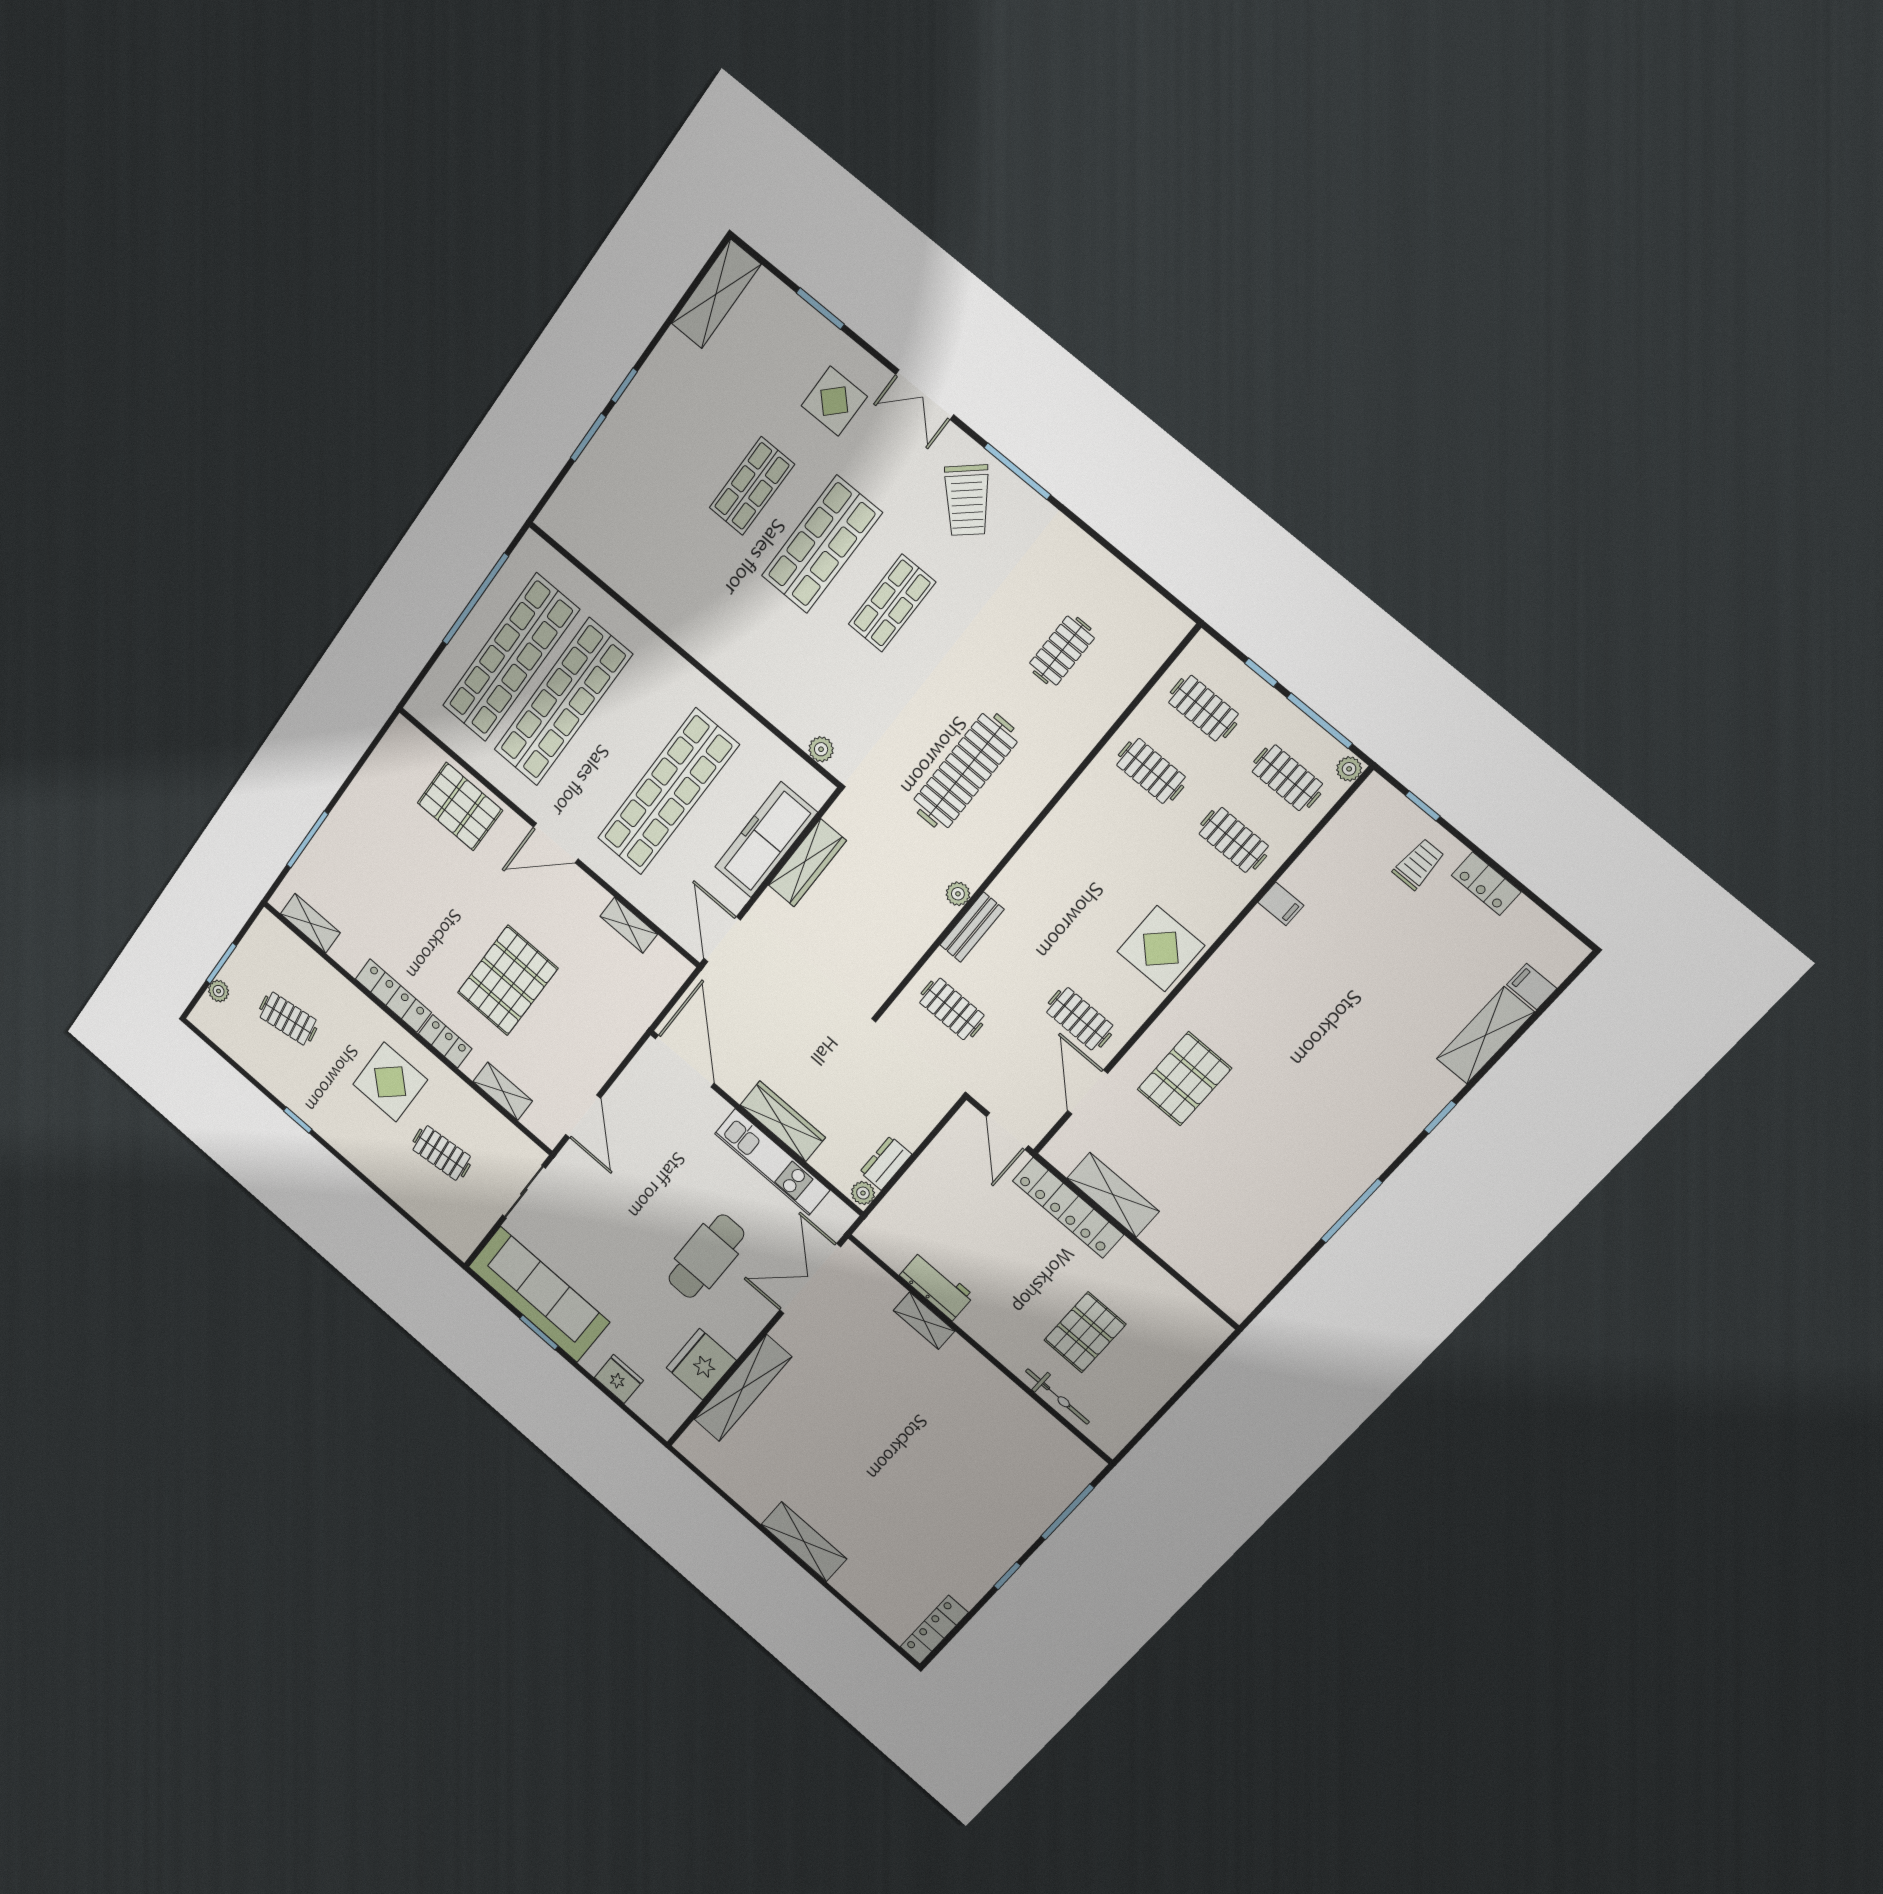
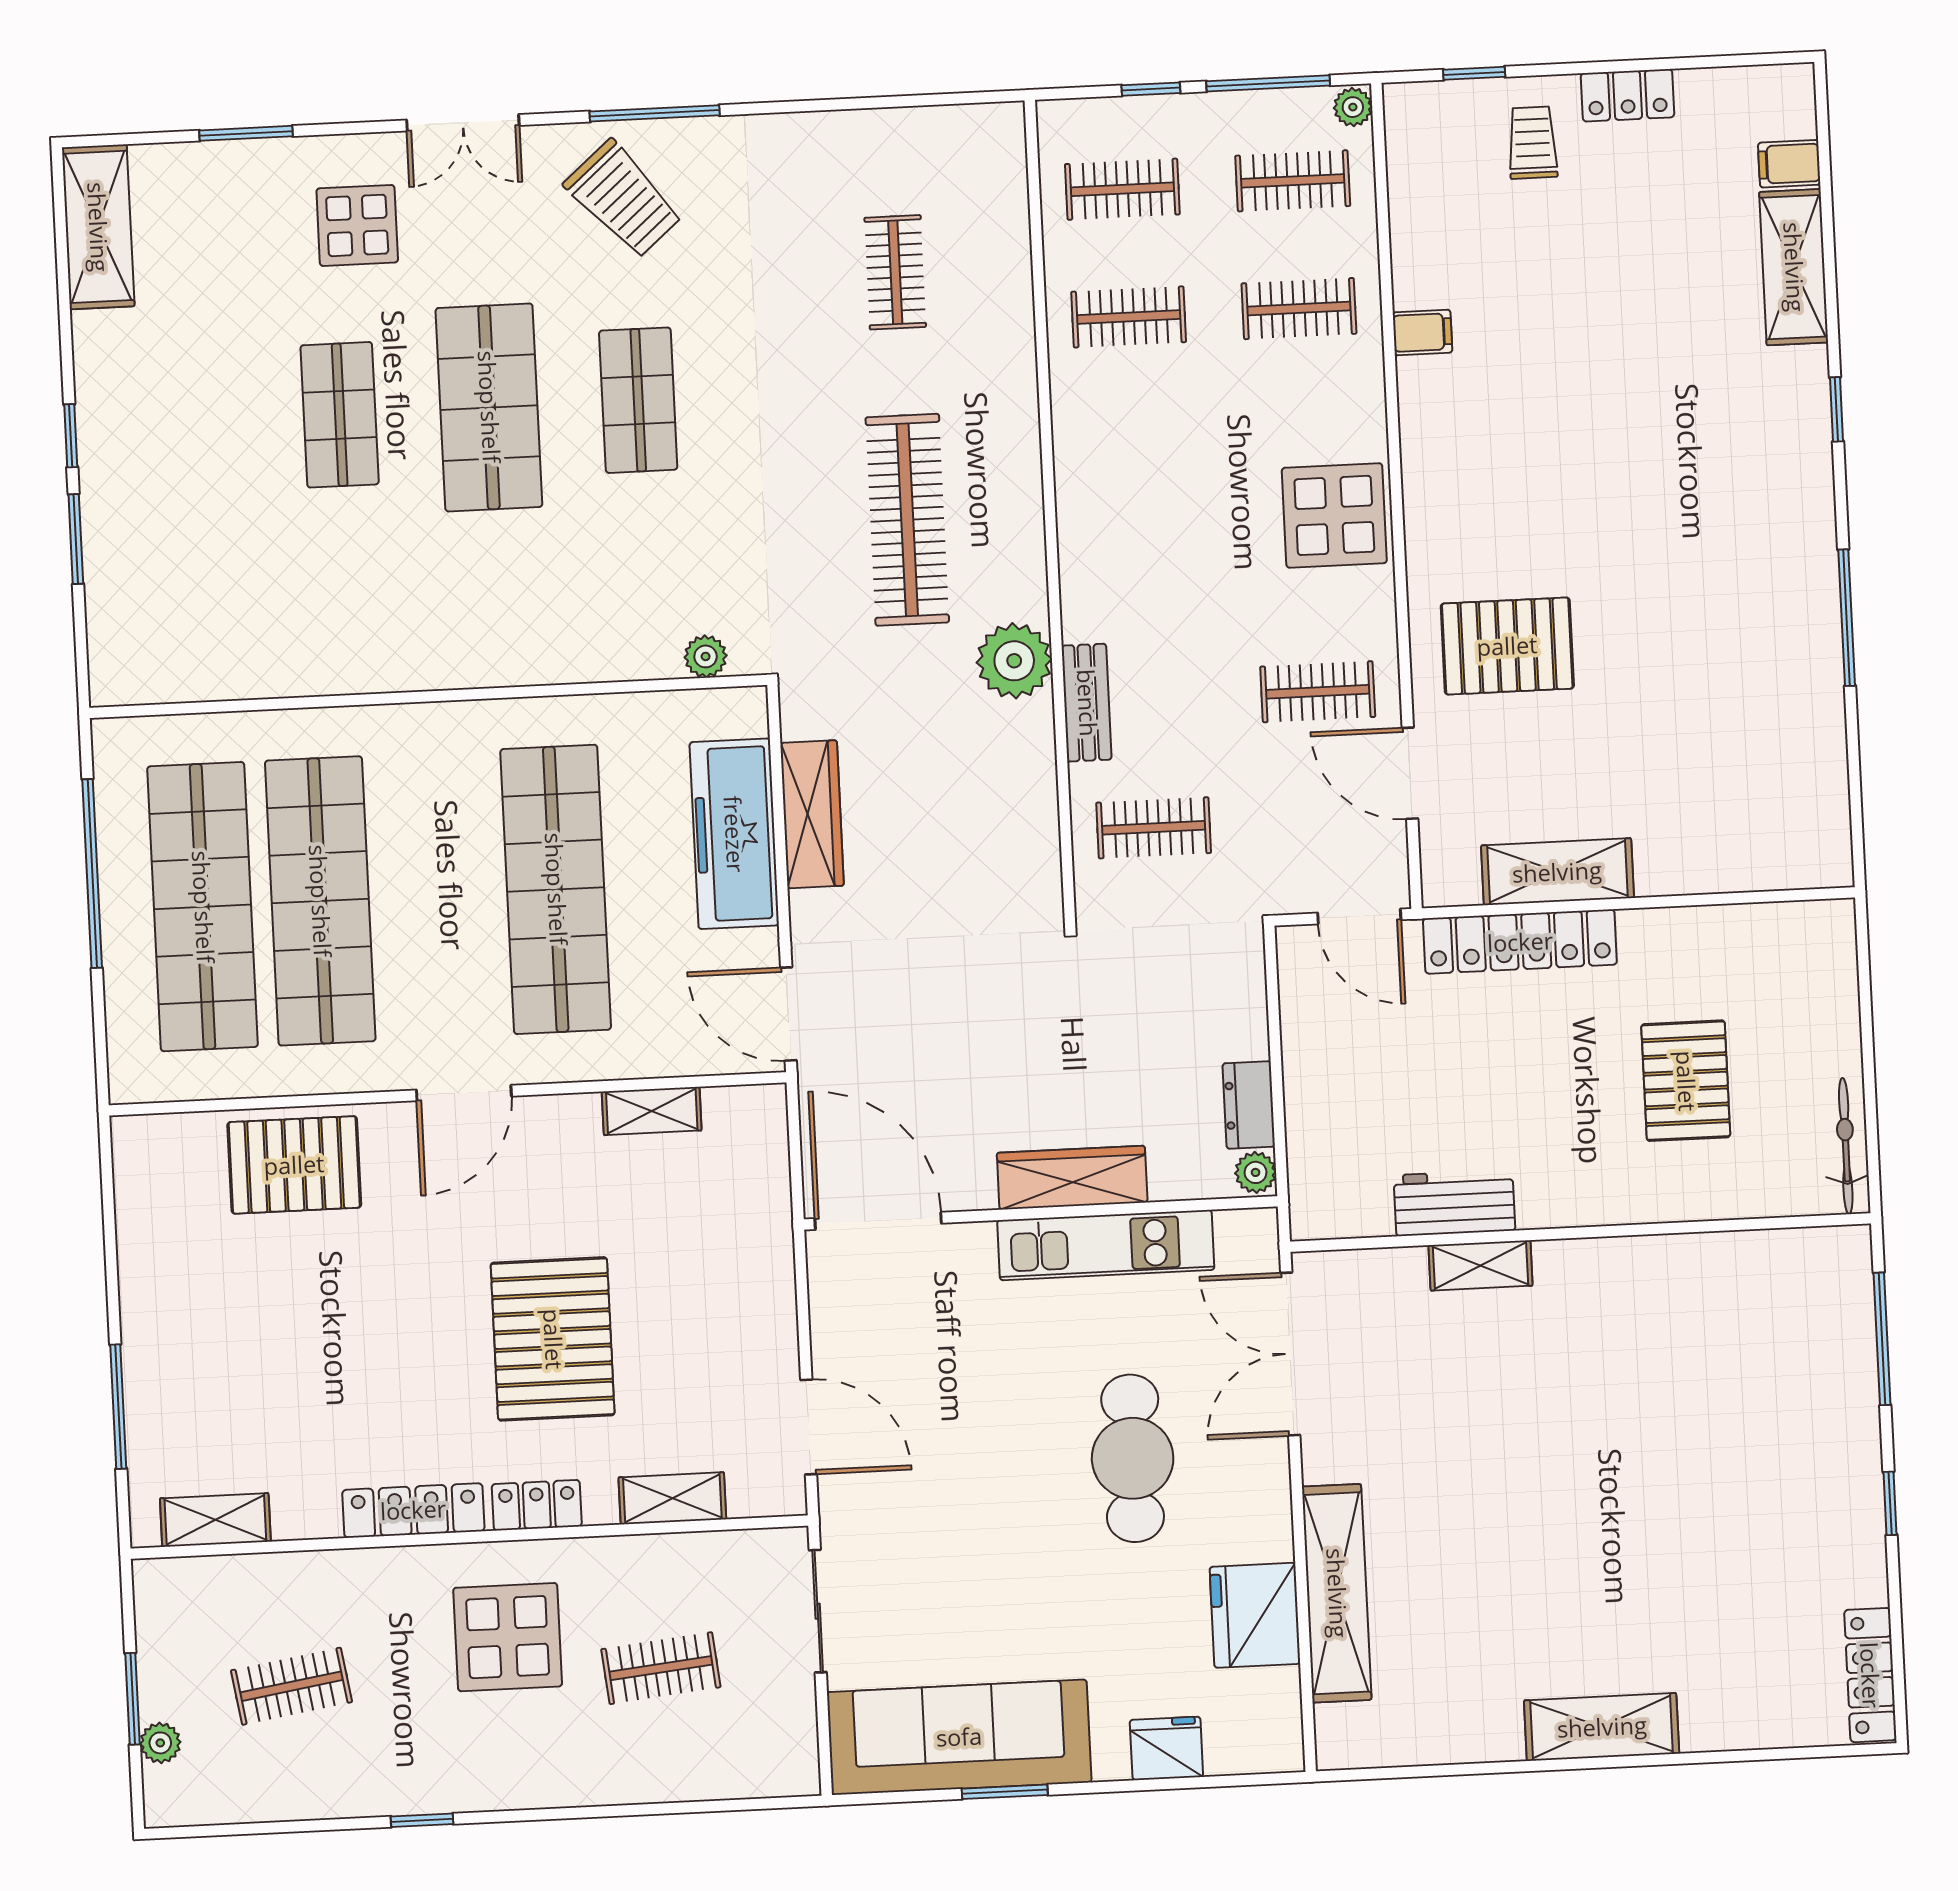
plant: (958, 894) -> (1014, 661), width x1.88, depth x1.88
pallet: (1184, 1079) -> (1507, 646), turned 90
bicycle: (1057, 1396) -> (1846, 1146), moved, turned -90

